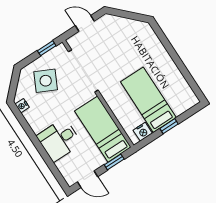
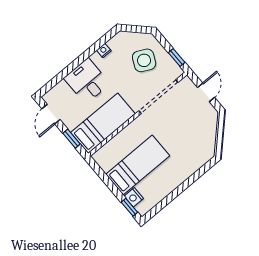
nightstand: (22, 106) -> (104, 51), moved
window: (169, 126) -> (129, 207), moved
nightstand: (143, 132) -> (134, 197), moved

